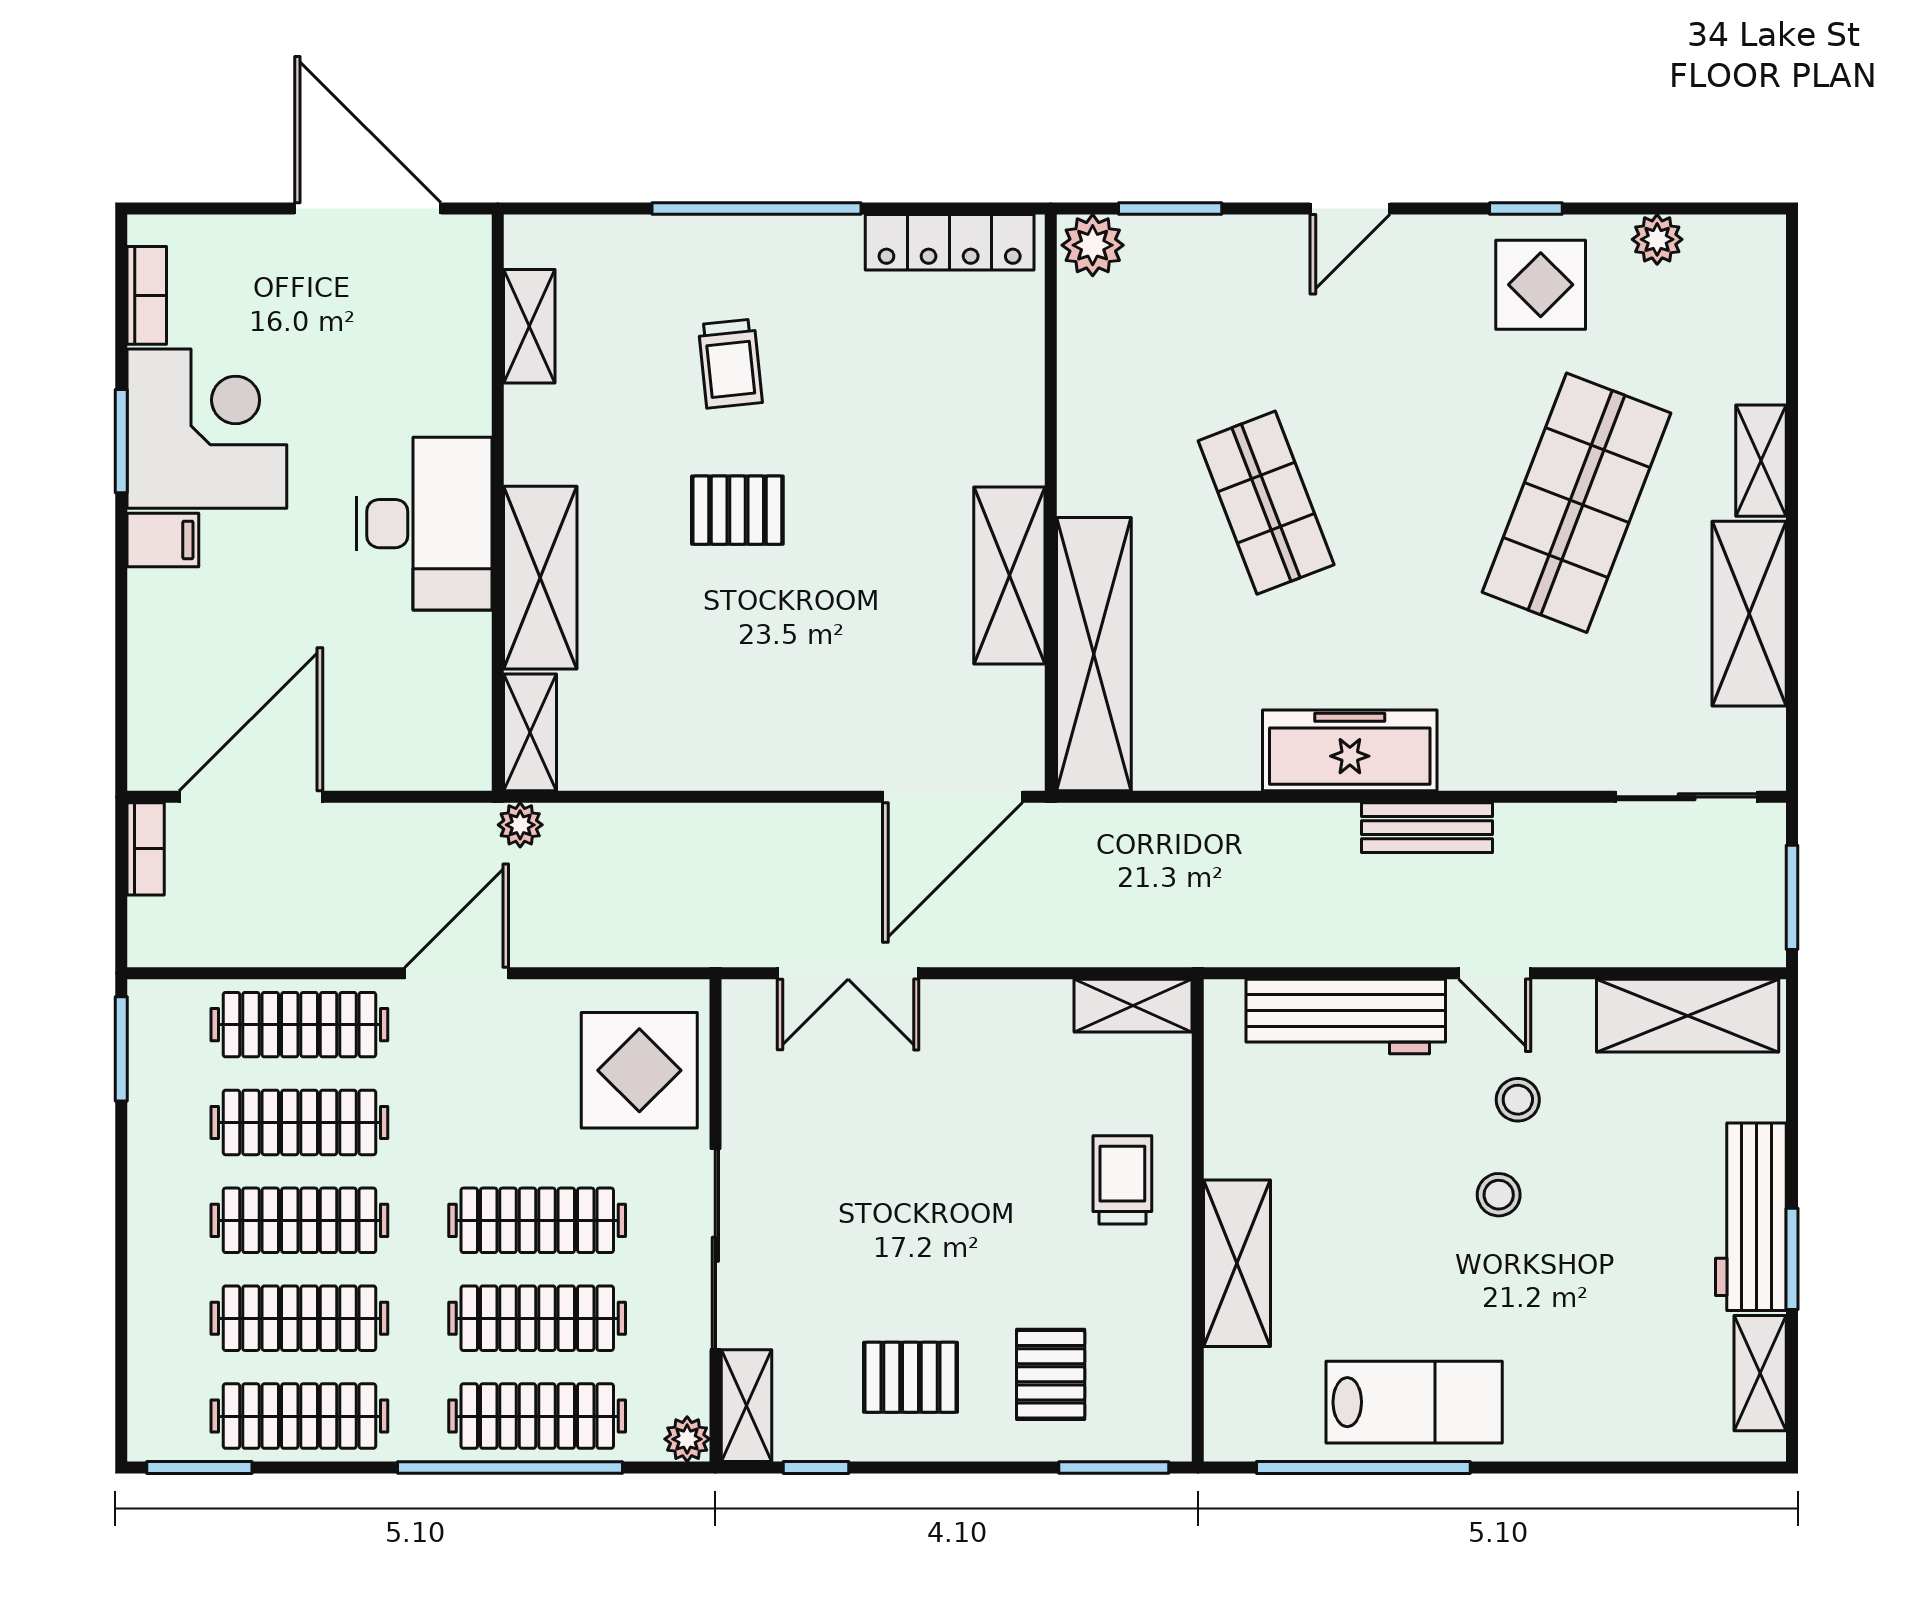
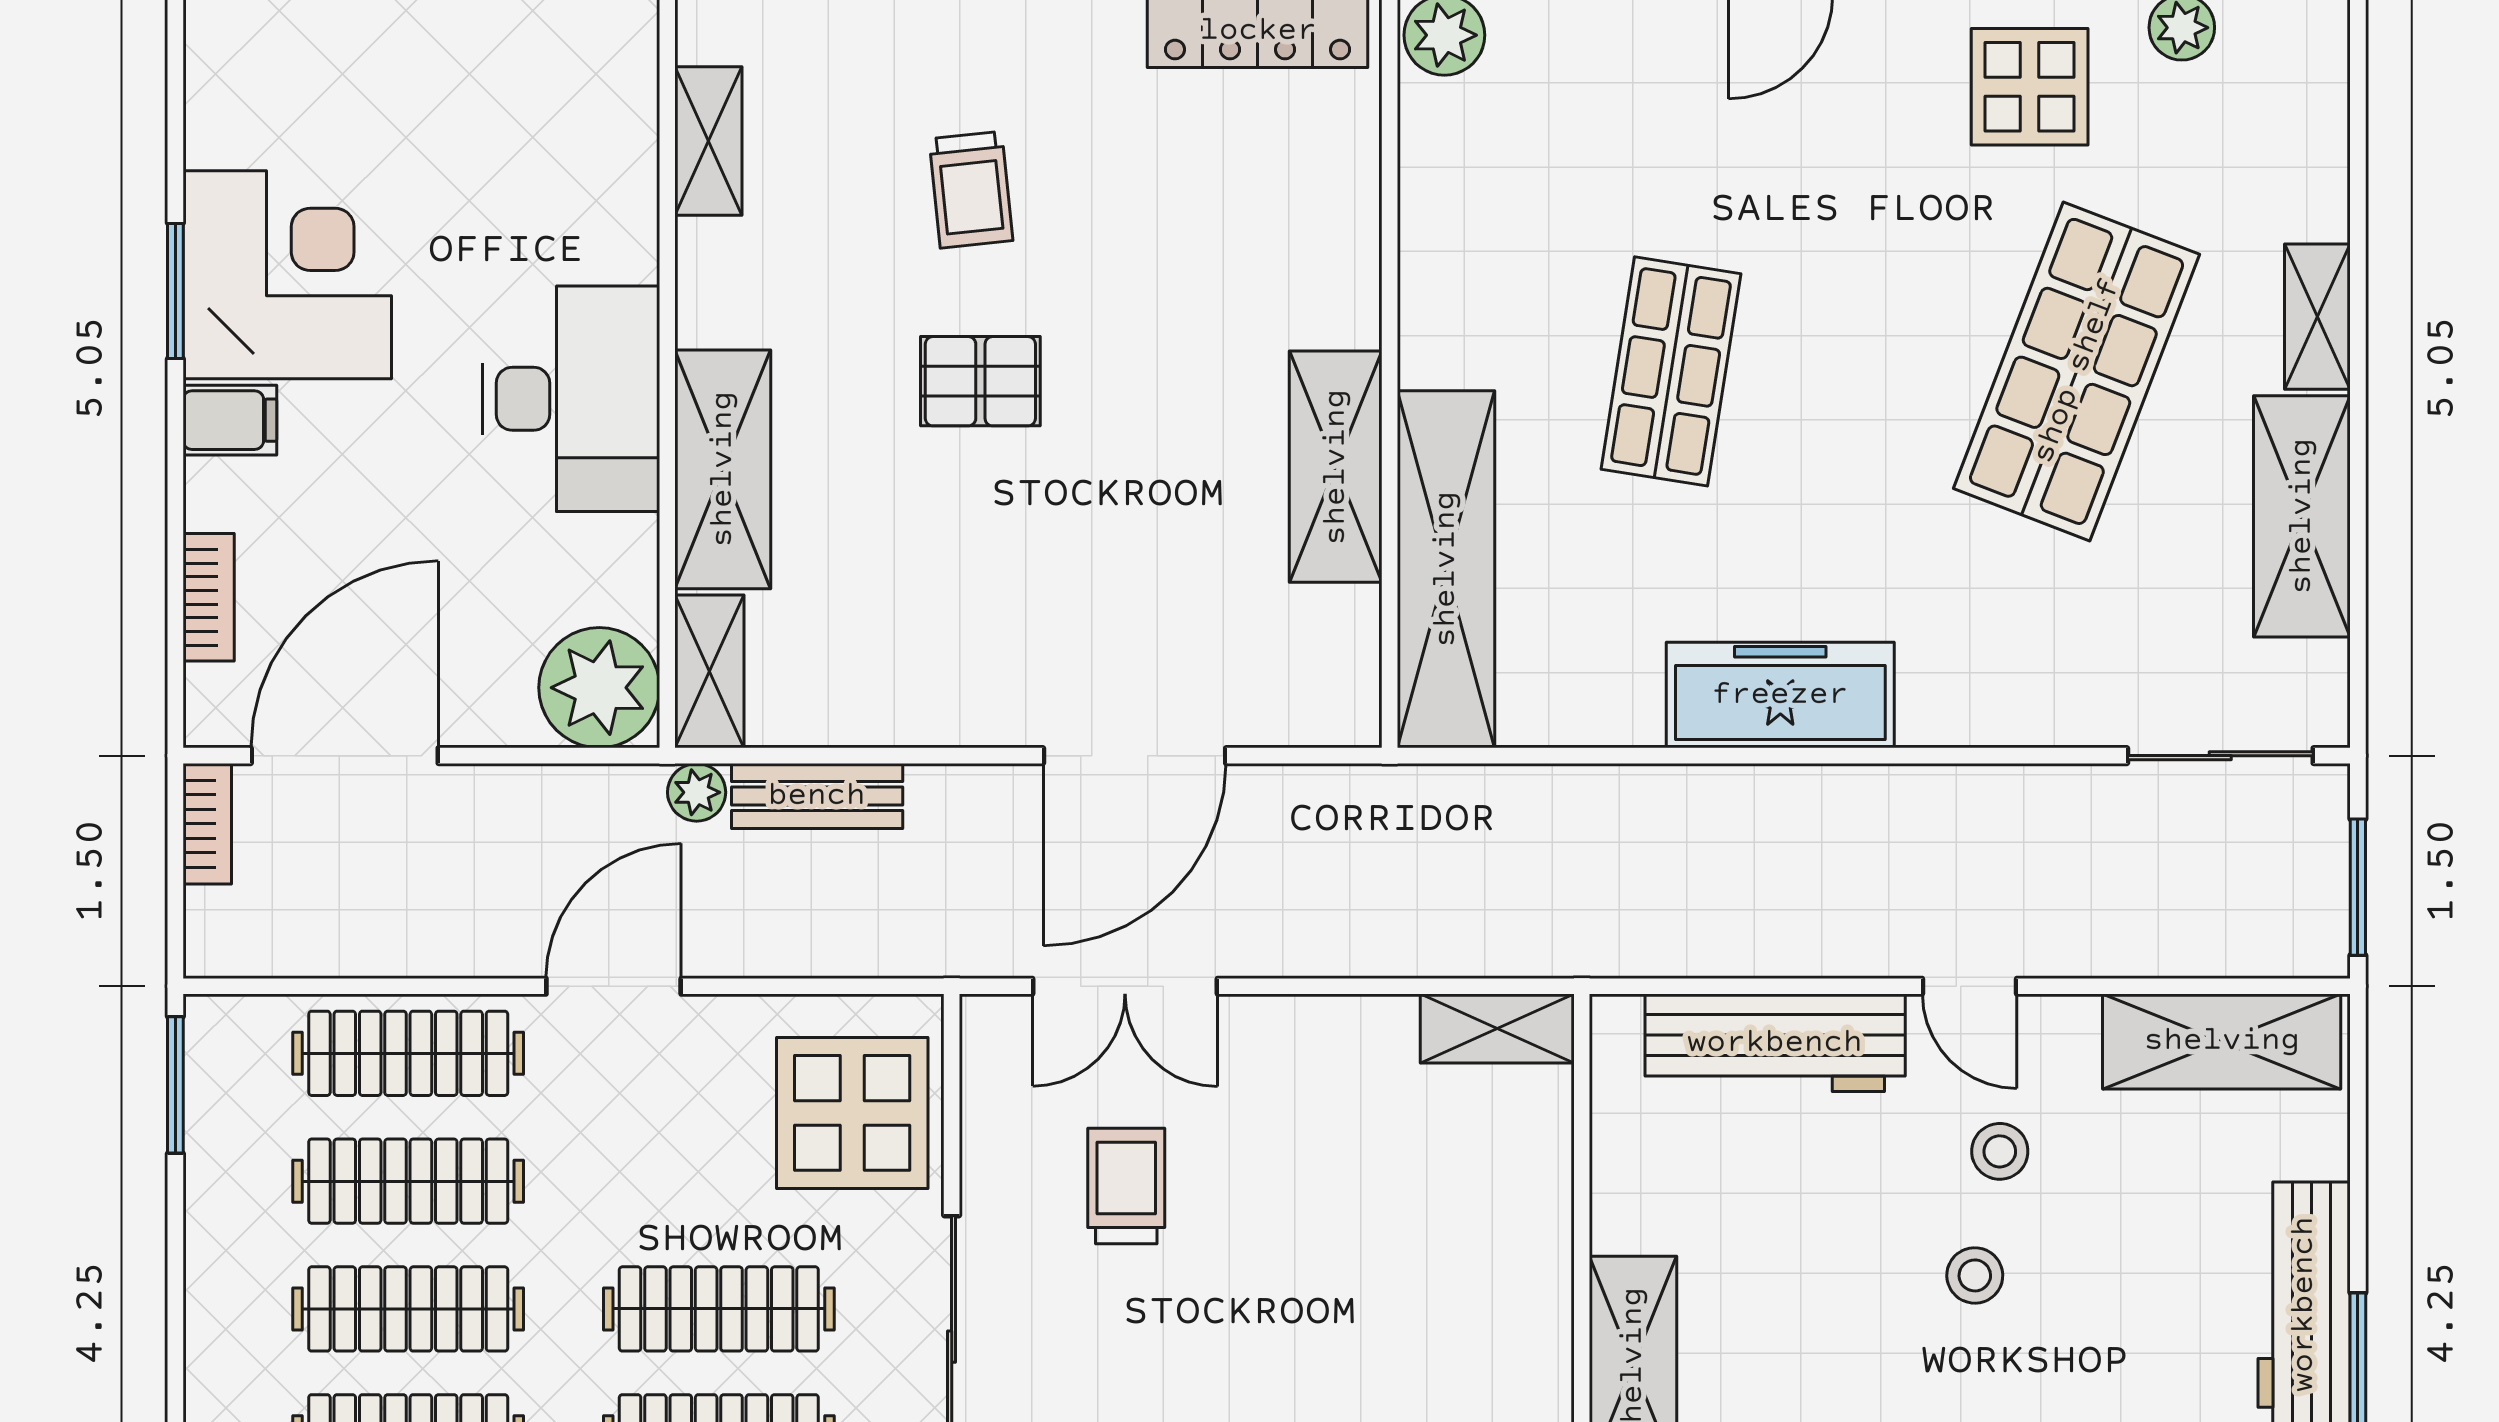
bookcase: (147, 295) -> (209, 597), moved
shop shelf: (1266, 503) -> (1671, 371), turned 30
plant: (446, 745) -> (599, 688), added
door: (953, 797) -> (1135, 756), moved
bench: (1427, 828) -> (817, 796), moved
trolley: (1122, 1180) -> (1126, 1186), moved

